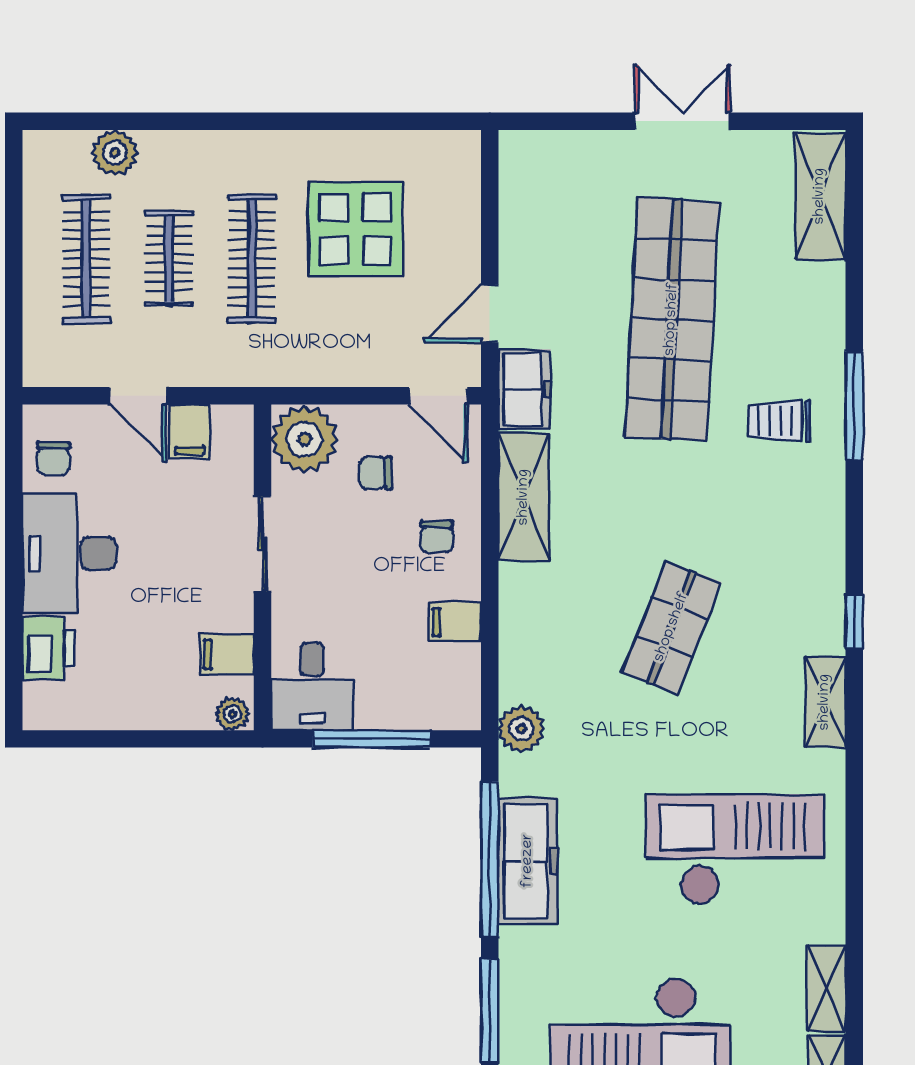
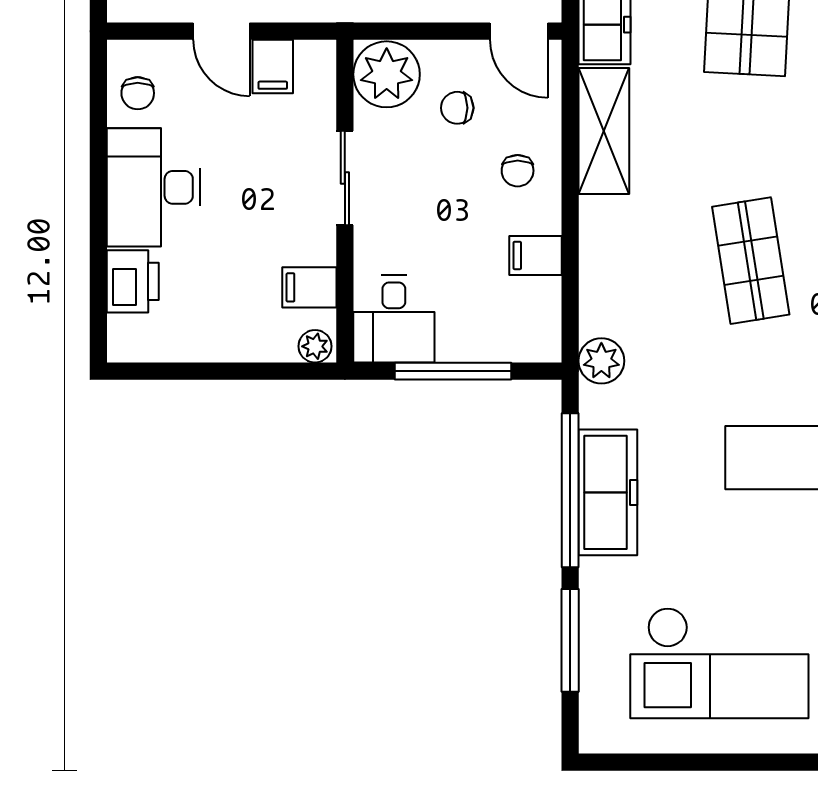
shop shelf: (672, 627) -> (751, 261), turned -30

